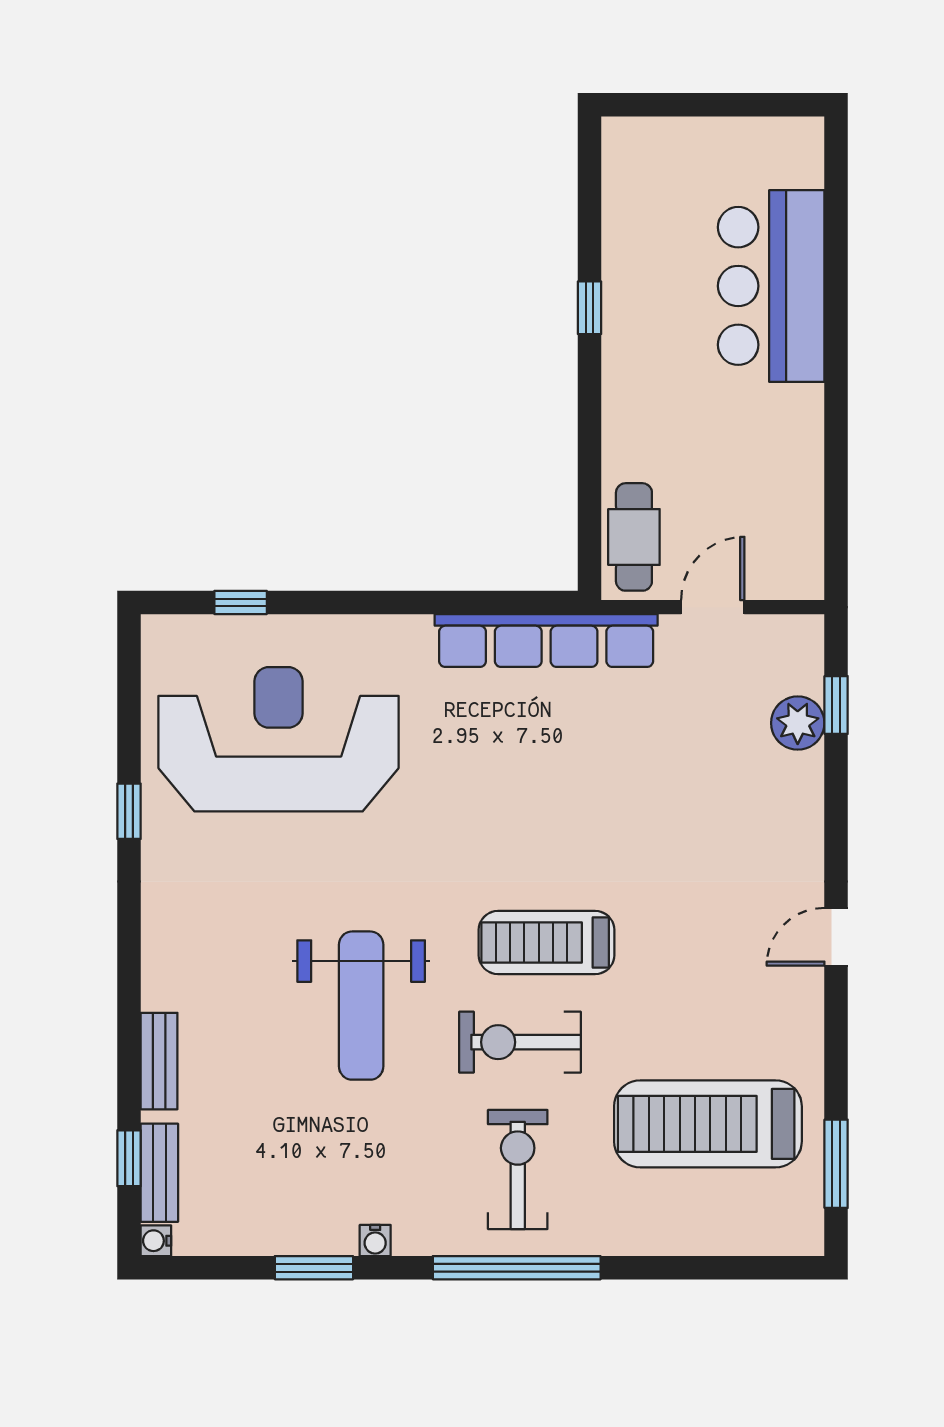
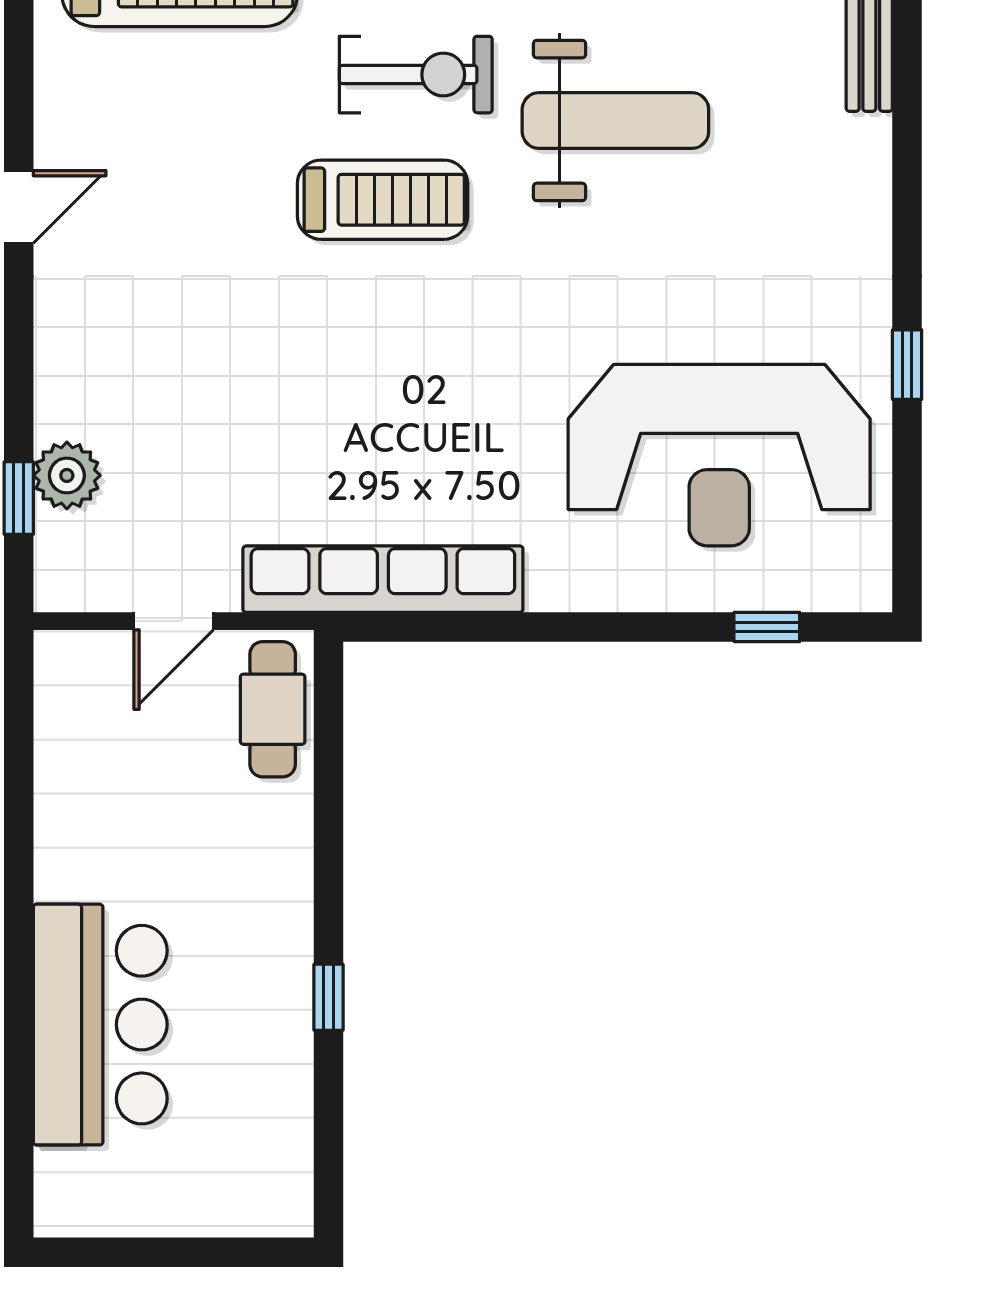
weight bench: (361, 1006) -> (615, 121), turned 90

